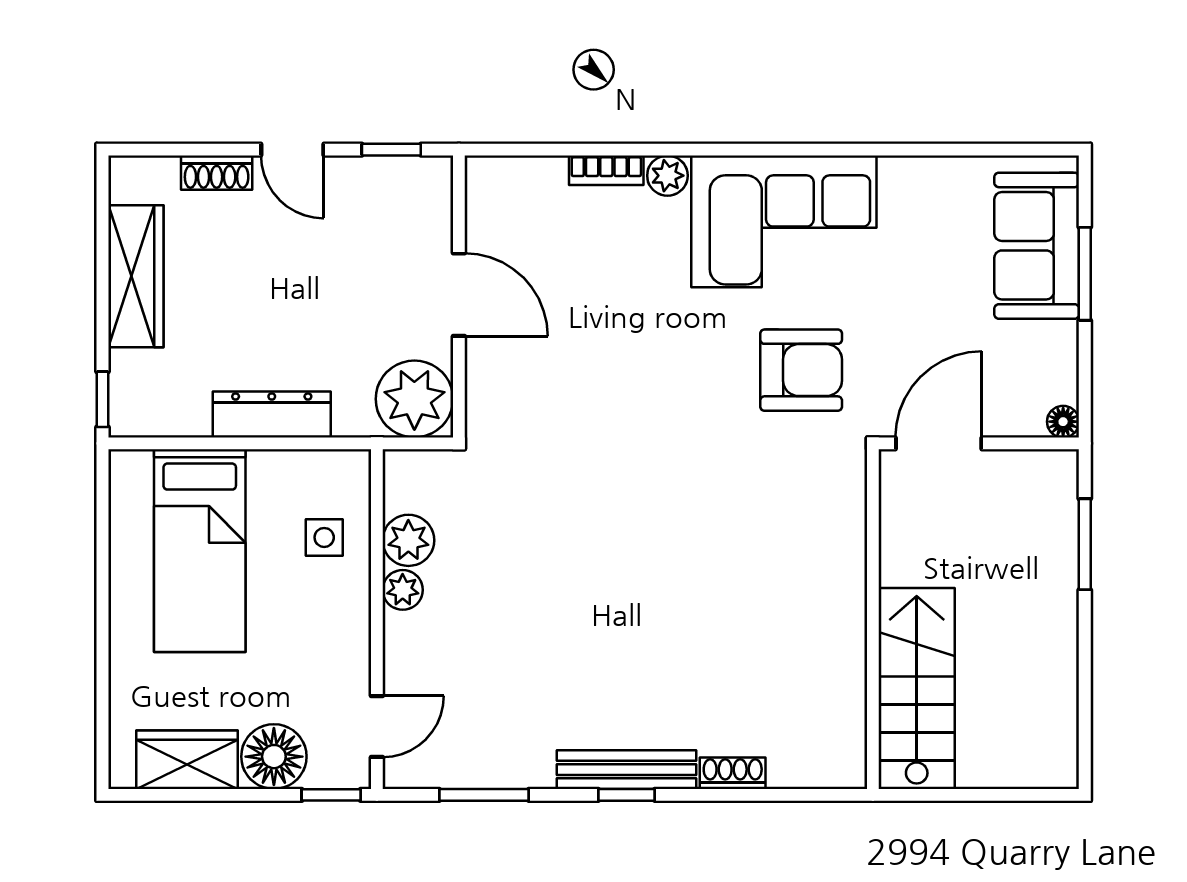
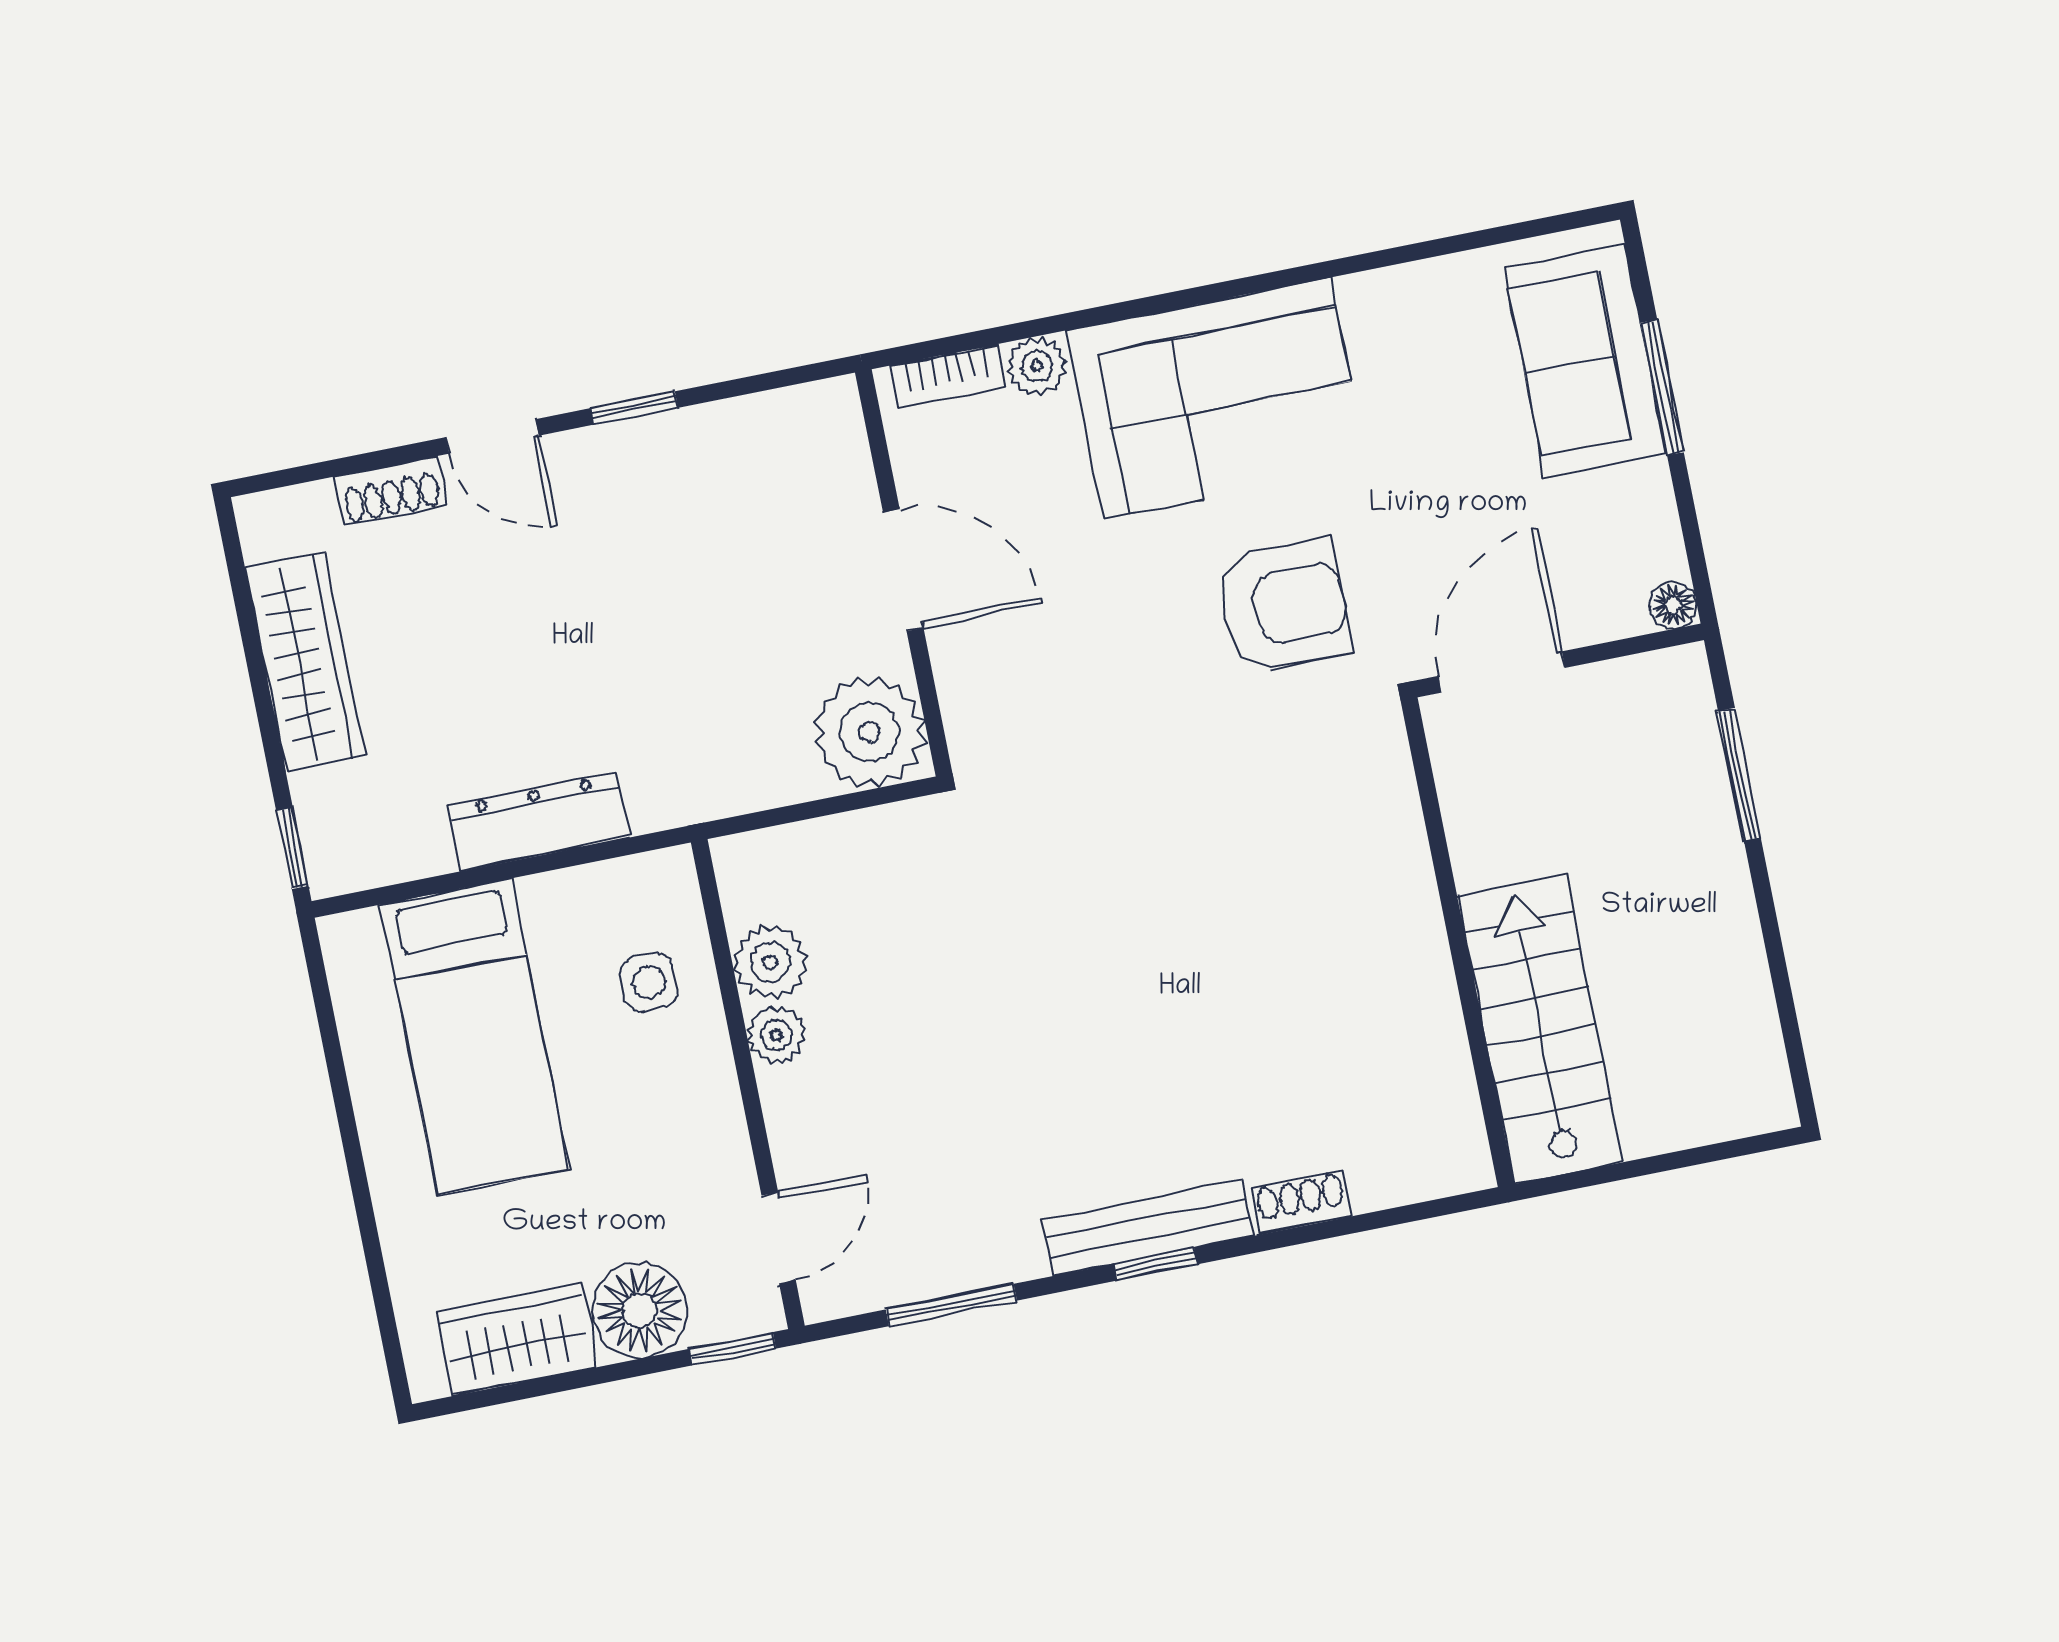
door: (459, 295) -> (903, 570), moved
wall: (459, 296) -> (904, 573), moved
plant: (414, 399) -> (869, 732), moved

